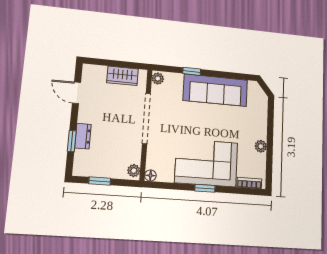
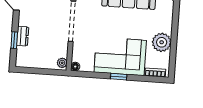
plant: (261, 146) -> (162, 42), width x1.88, depth x1.88
window: (100, 181) -> (36, 71), removed

